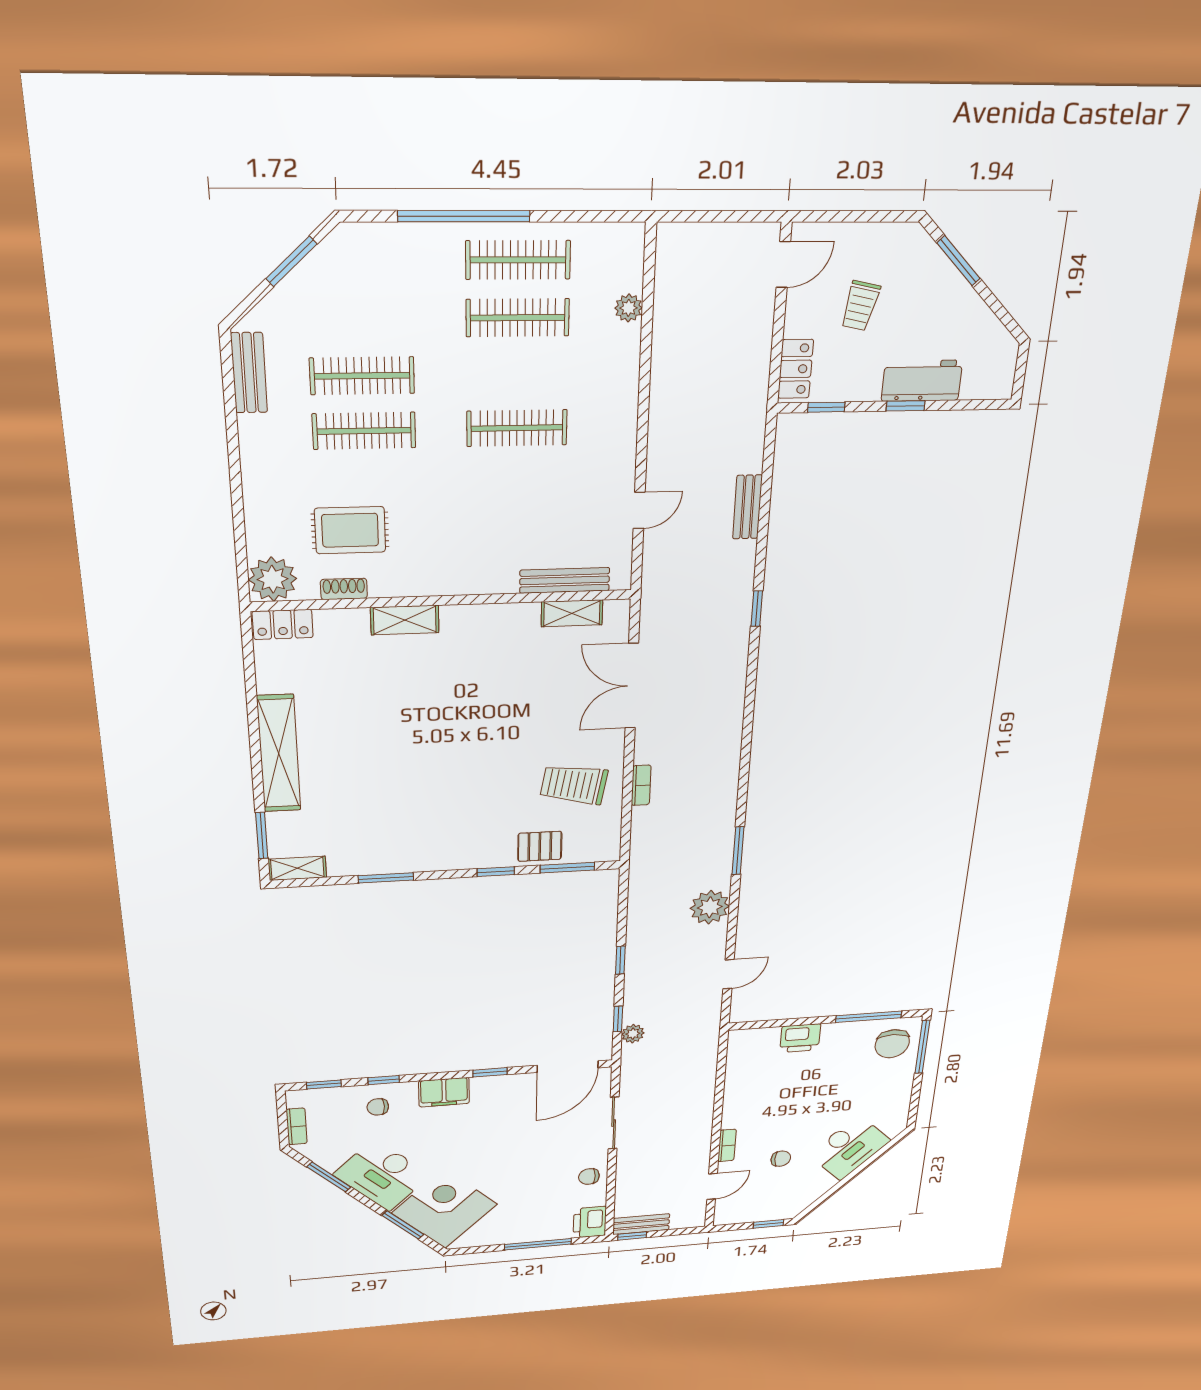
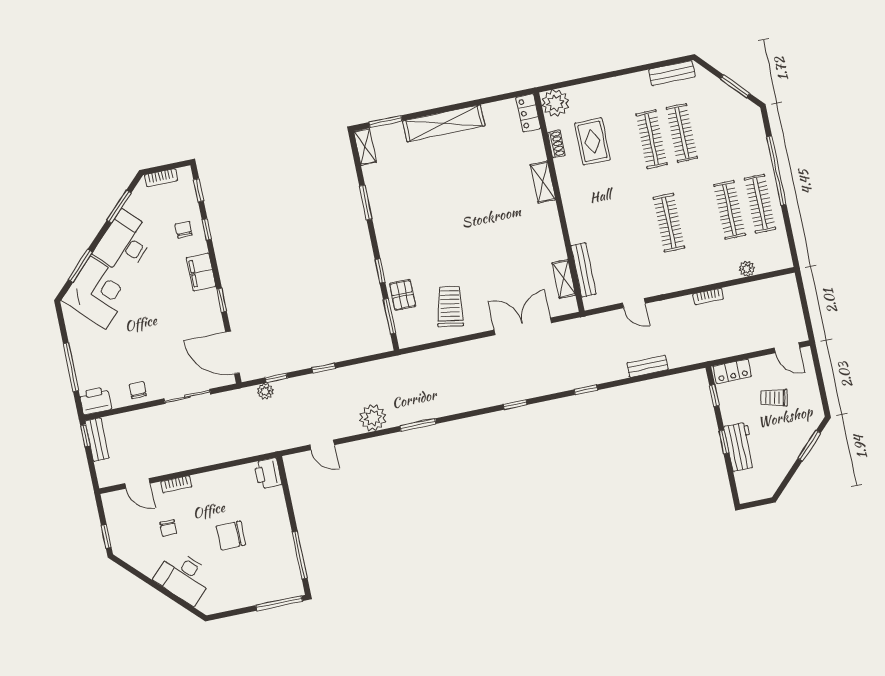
window: (748, 715) -> (515, 405), added
bookcase: (641, 785) -> (708, 296), moved
printer: (800, 1038) -> (268, 473), moved
chair: (892, 1044) -> (231, 535), moved

